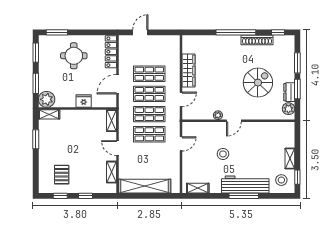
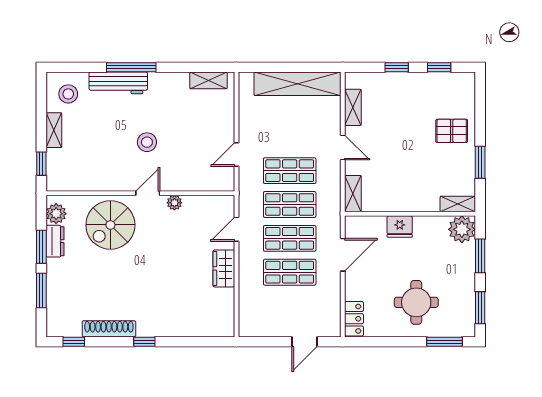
window: (236, 32) -> (144, 342), width x0.32
locker: (111, 52) -> (354, 319), width x0.66
wardrobe: (189, 70) -> (224, 268), width x0.67
spiral stairs: (258, 83) -> (110, 225), moved
stool: (223, 154) -> (147, 142), moved
pallet: (62, 175) -> (452, 131), moved, turned 90
window: (297, 177) -> (41, 164), moved
workbench: (245, 185) -> (118, 83), width x0.73, depth x0.76

